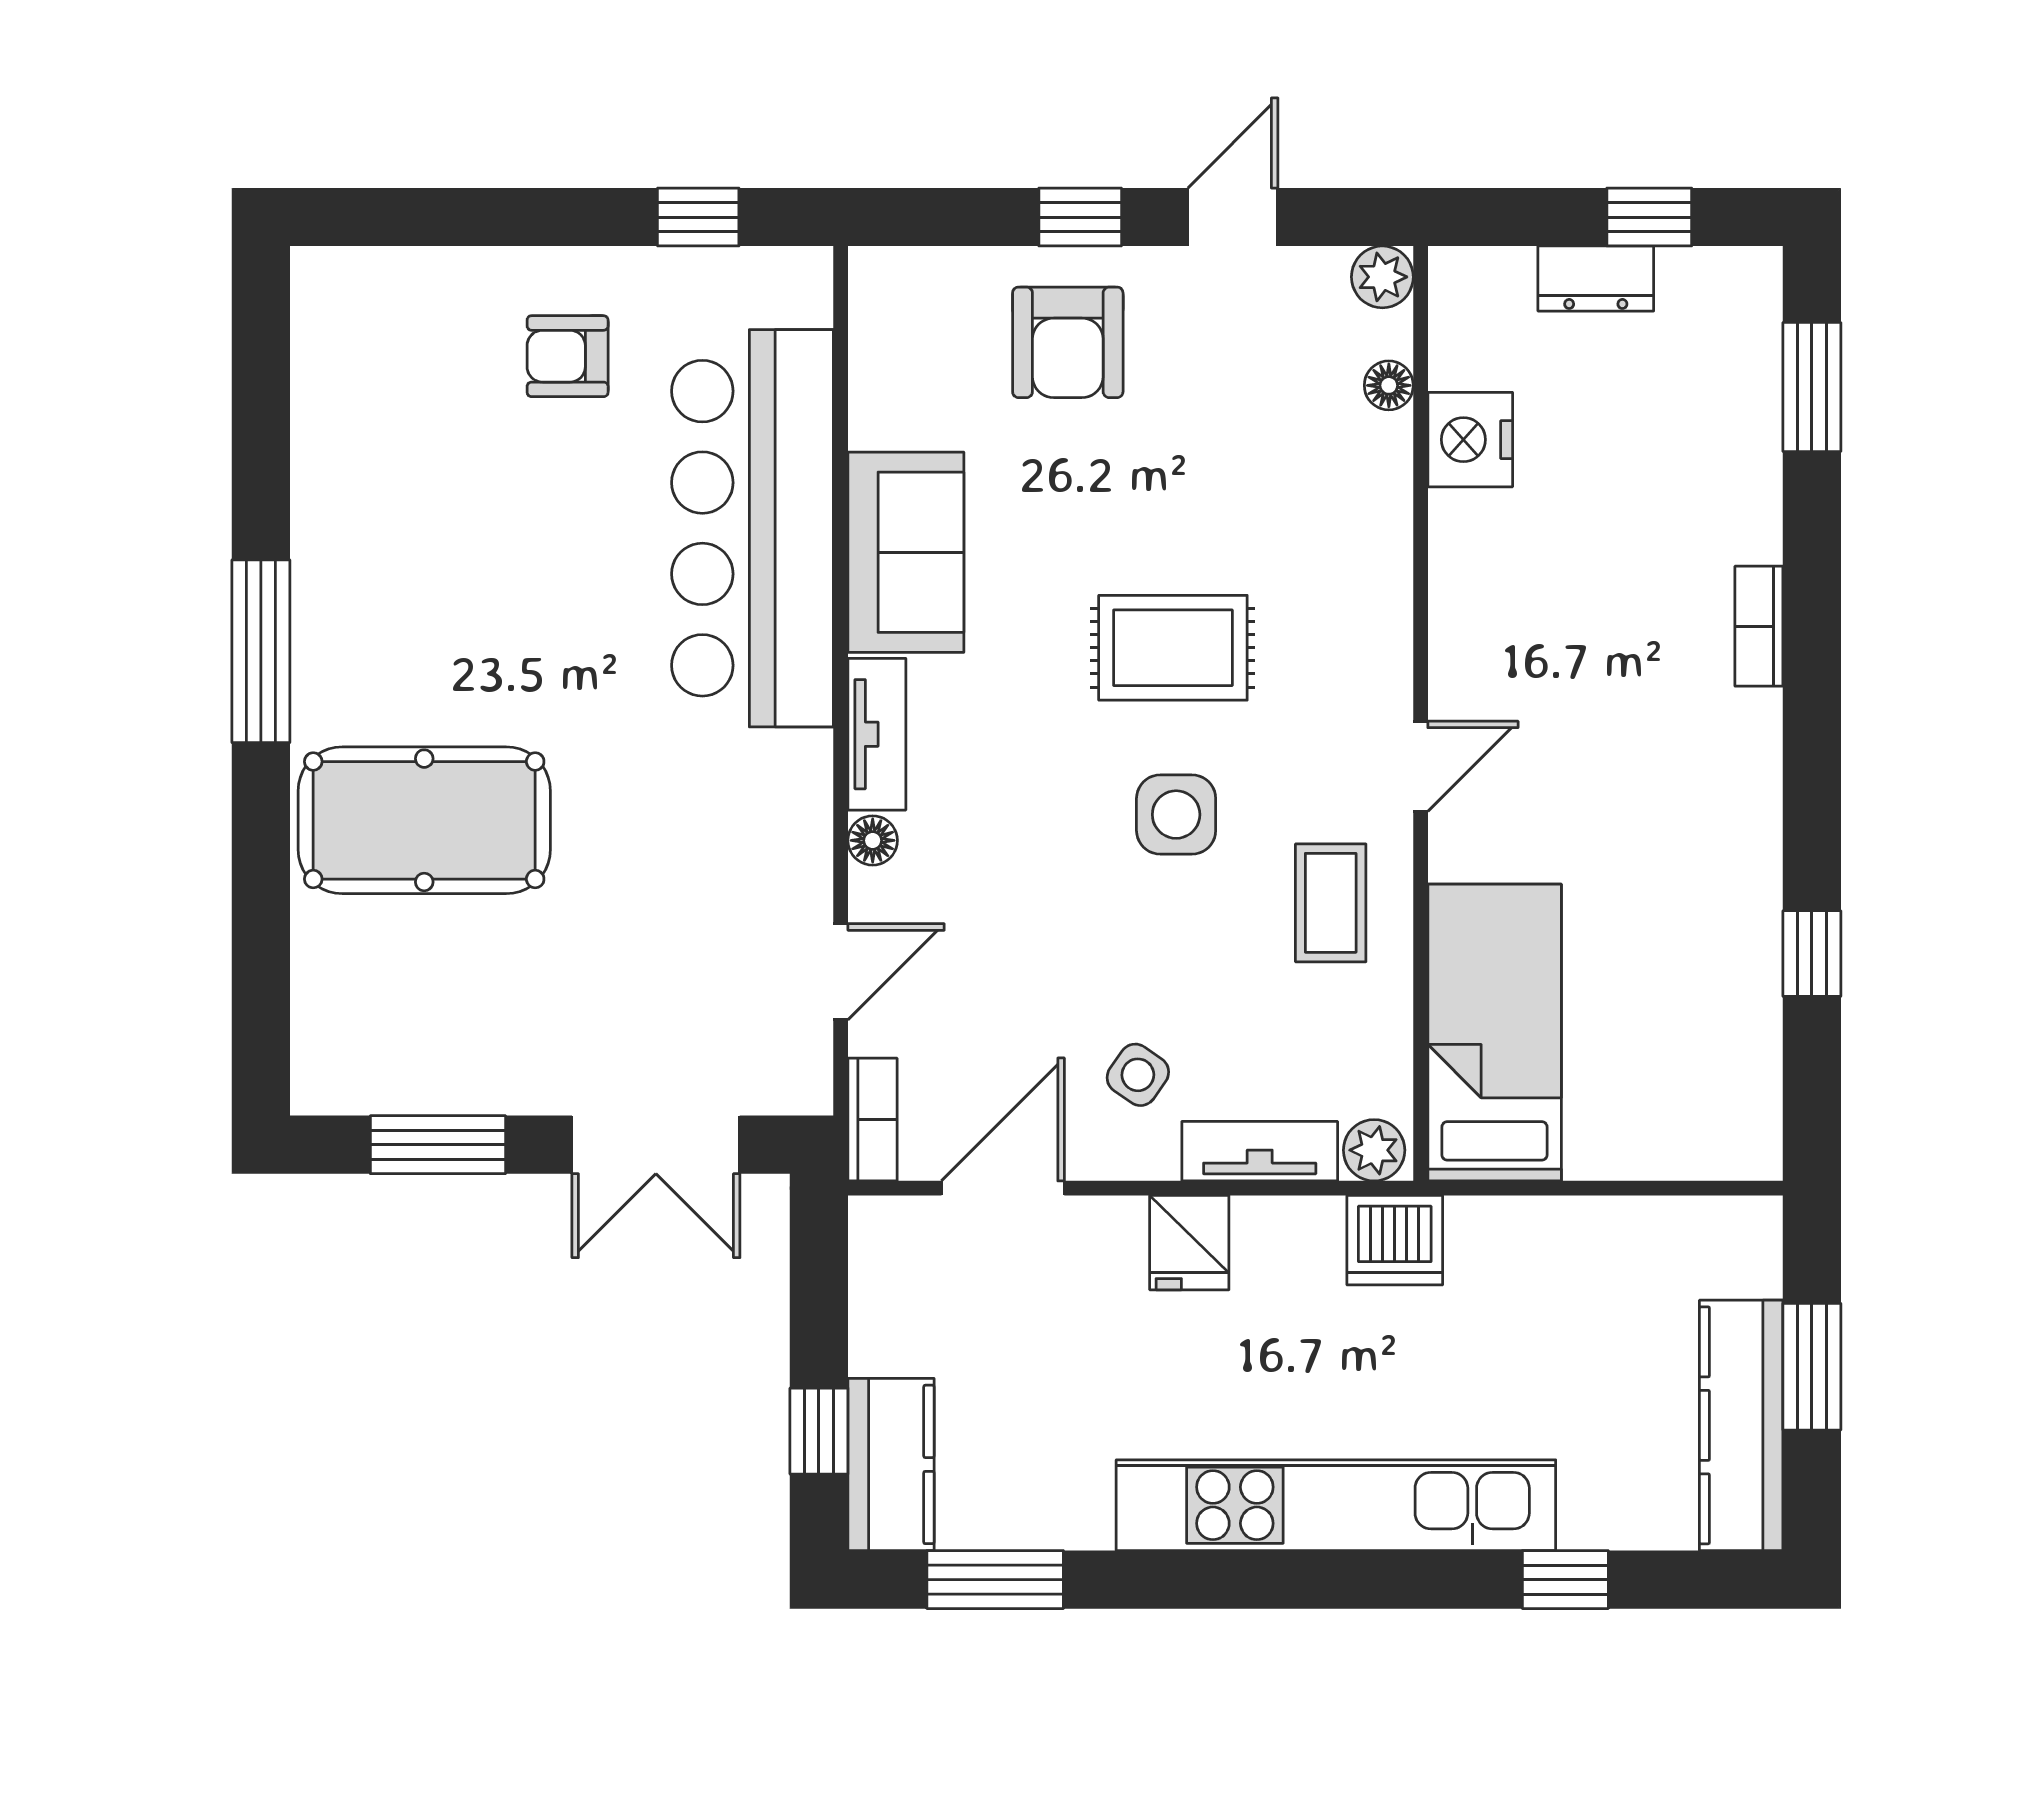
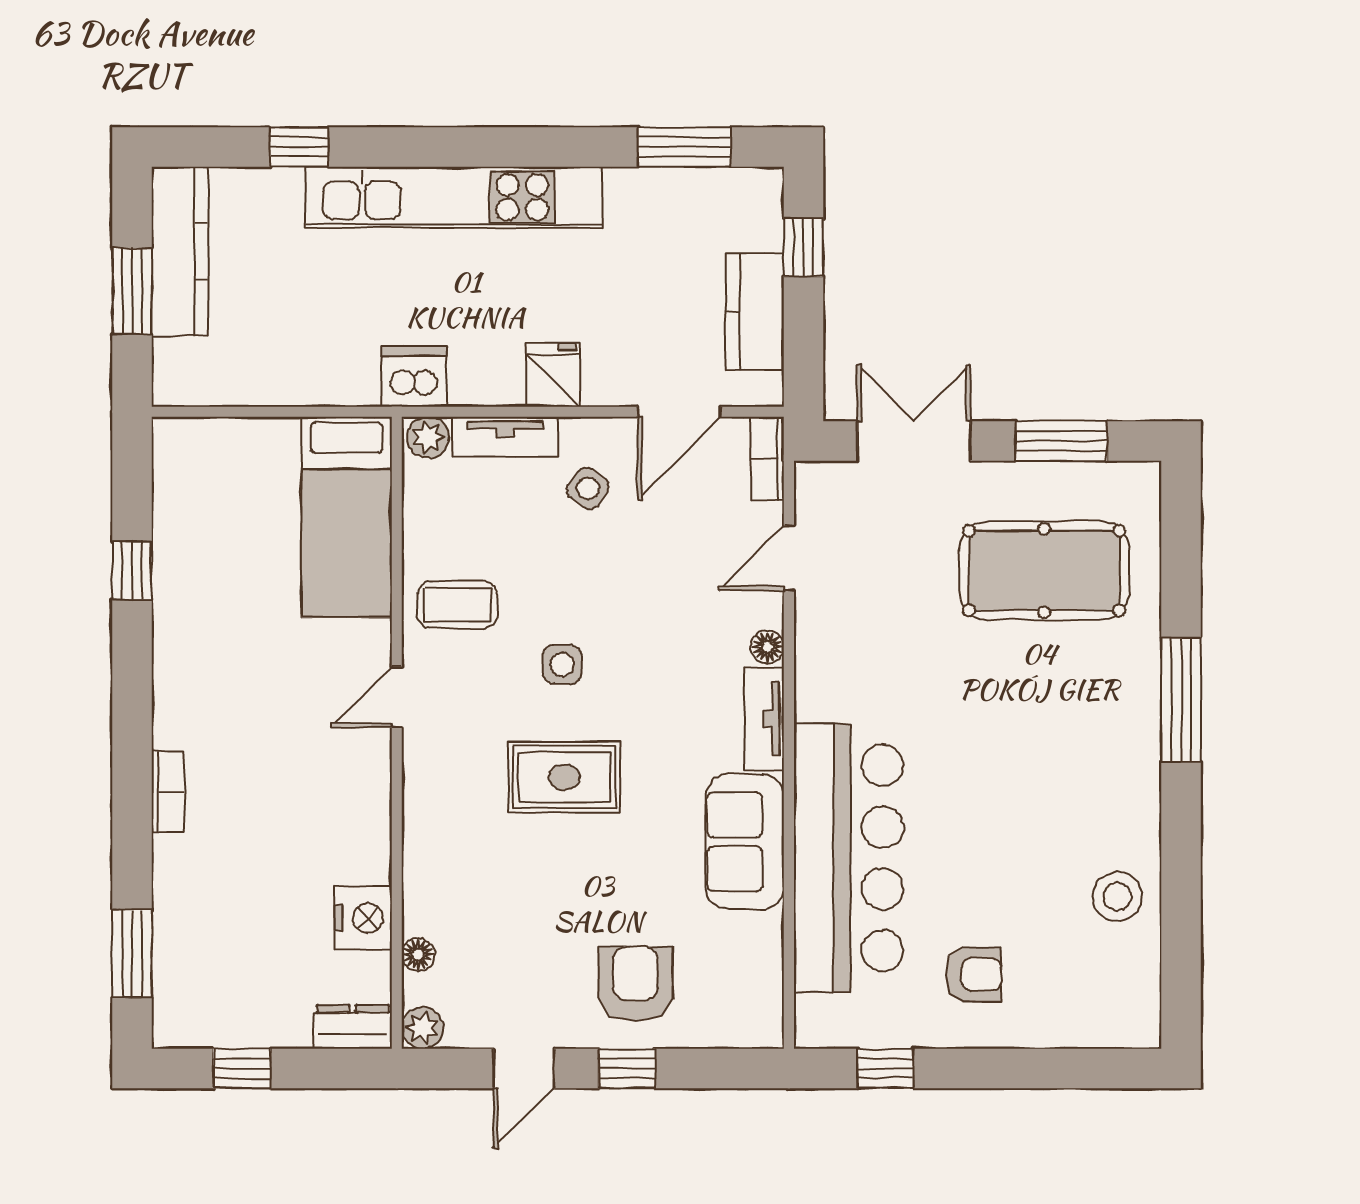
dresser: (1596, 279) -> (353, 1027), moved
stool: (355, 471) -> (1117, 896), added
window: (261, 651) -> (1181, 700), moved
side table: (1176, 815) -> (562, 664), width x0.73, depth x0.73
pool table: (424, 820) -> (1044, 571), moved
coffee table: (1331, 903) -> (457, 605), turned 90
kitchen counter: (891, 1464) -> (755, 312), moved

